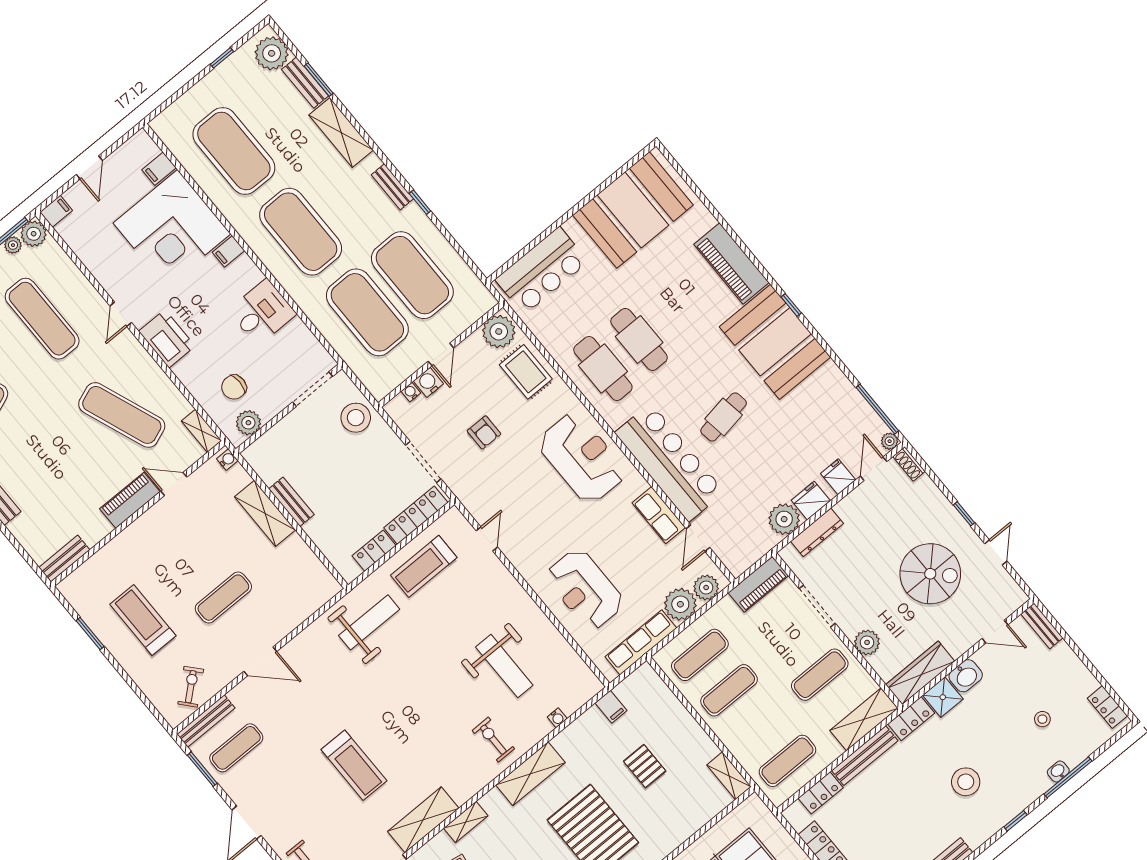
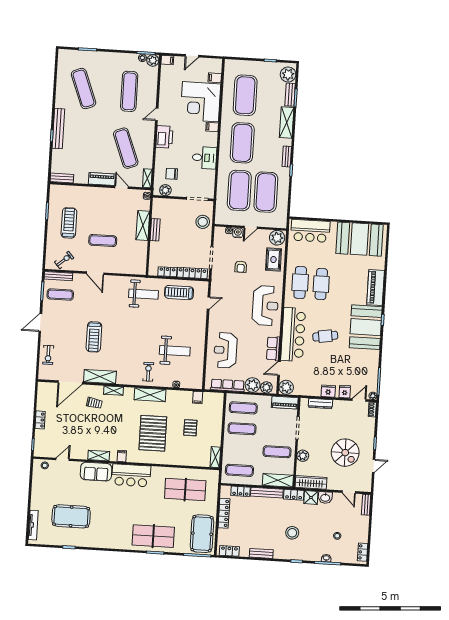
plant: (784, 519) -> (286, 387), moved
weight bench: (504, 666) -> (175, 351), turned -90

